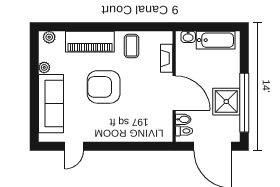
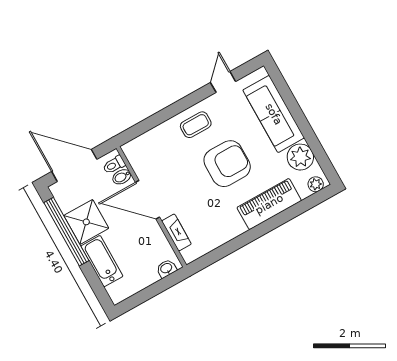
bathtub: (216, 40) -> (102, 261), moved, turned 90
coffee table: (131, 46) -> (196, 125), moved, turned 90
plant: (44, 67) -> (300, 157), width x1.87, depth x1.87

